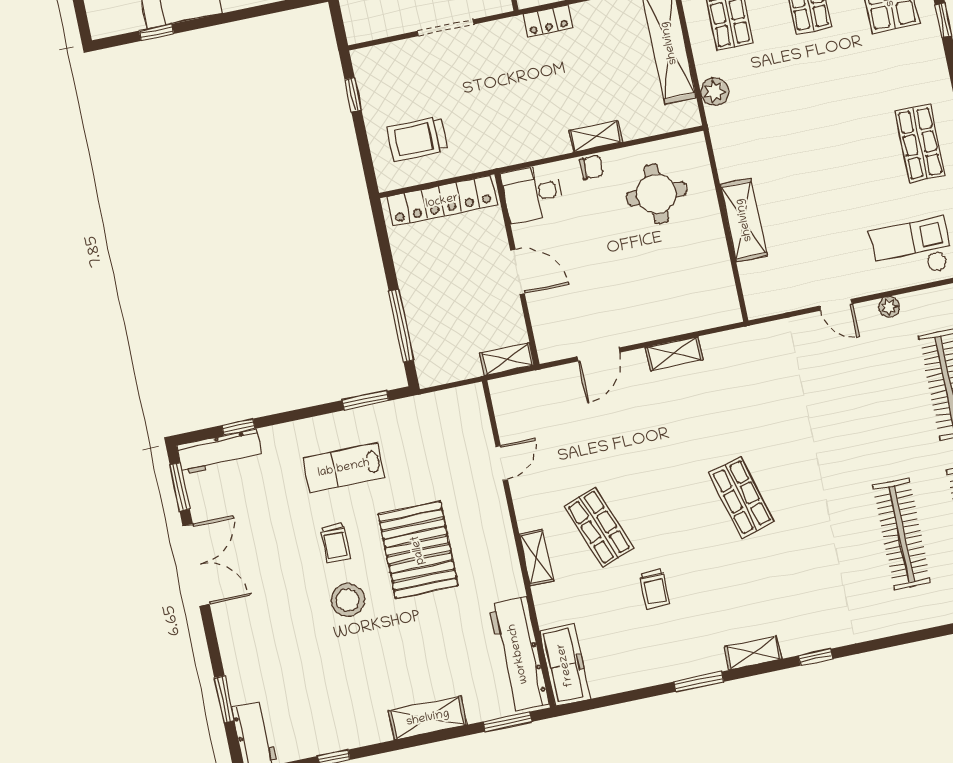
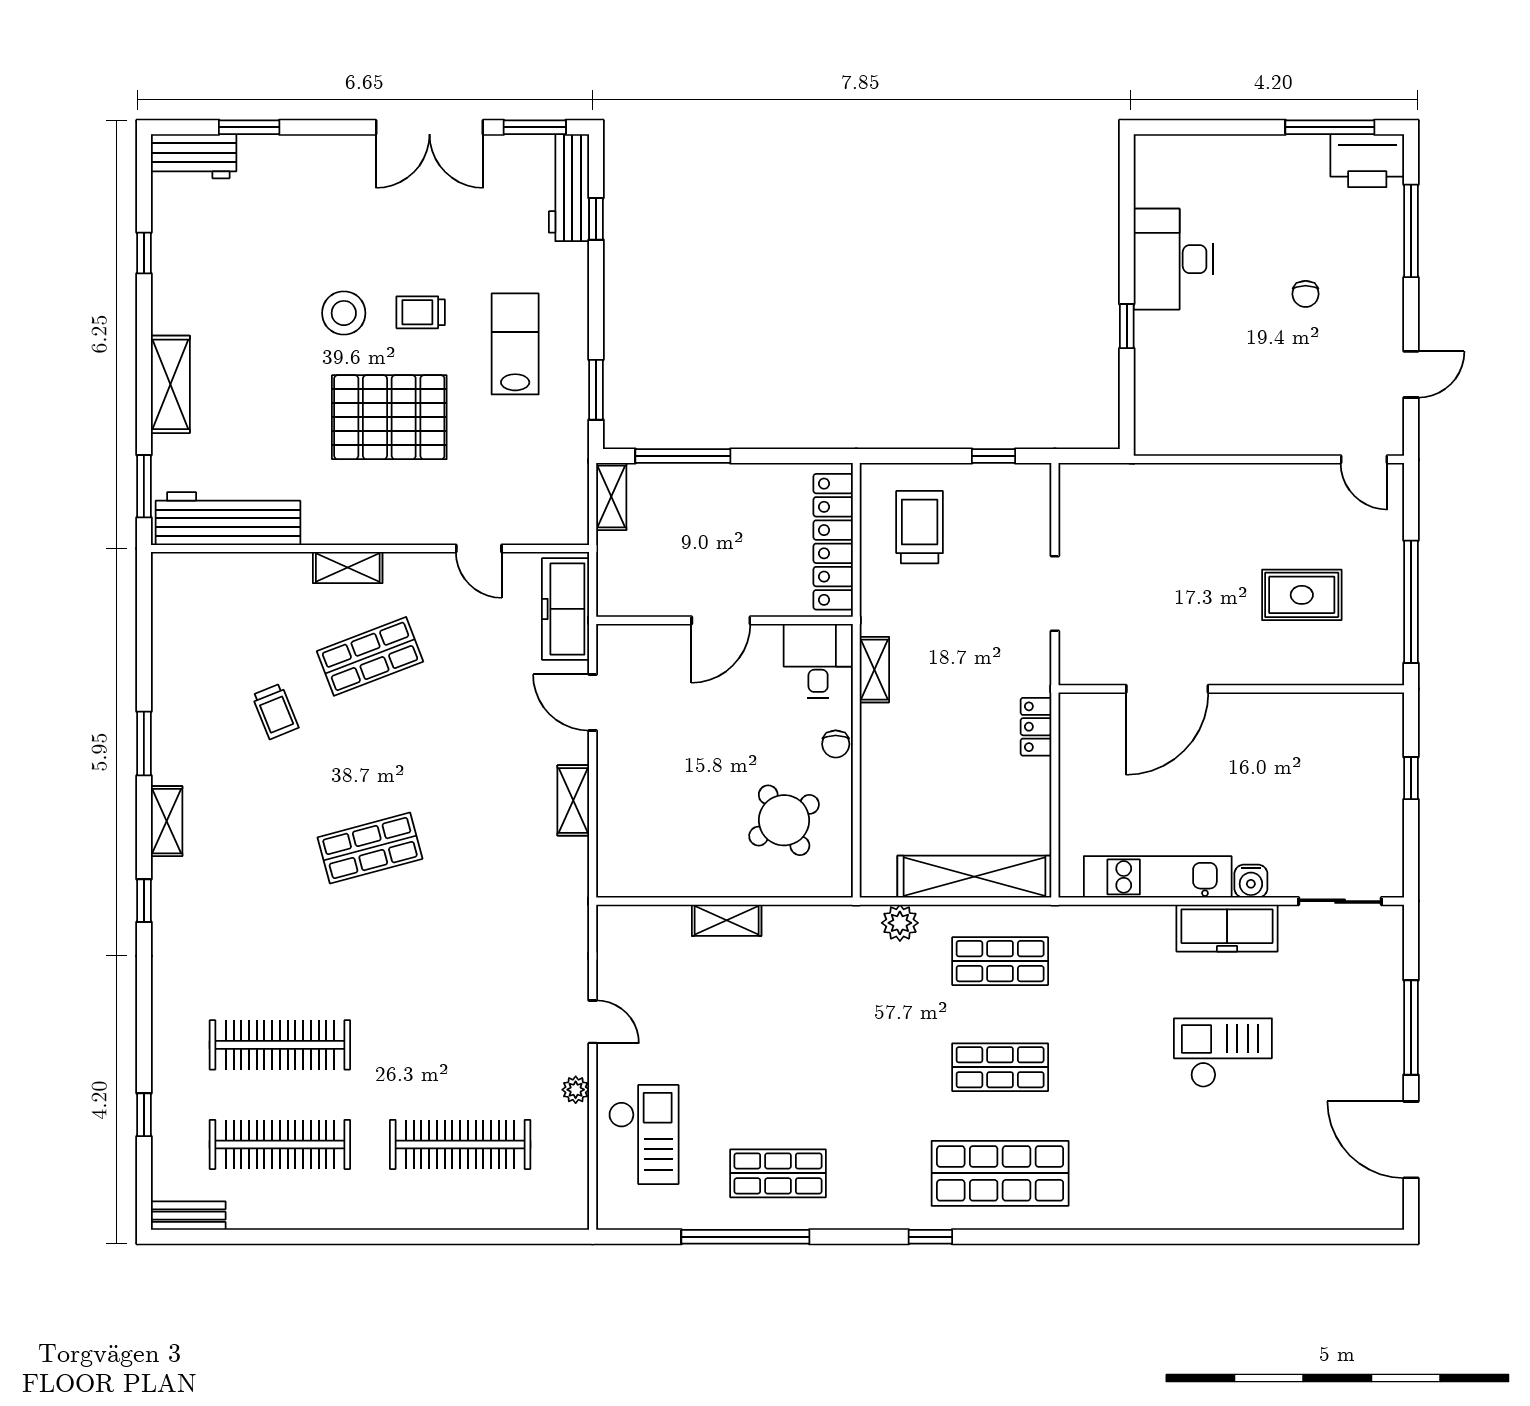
window: (156, 32) -> (1127, 326), moved
shelving: (595, 136) -> (874, 670), moved
round table: (656, 194) -> (784, 820), turned -32
shelving: (744, 220) -> (727, 920), width x0.67, depth x0.75
door: (836, 305) -> (593, 1022), swing flipped
shelving: (507, 359) -> (611, 497), moved
trolley: (654, 589) -> (275, 711), turned -112
freezer: (565, 665) -> (566, 609), moved, turned 90

